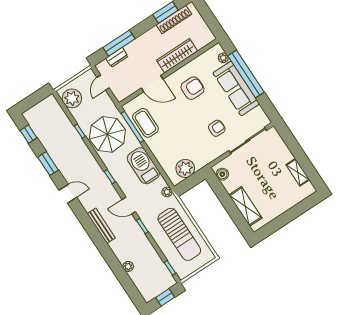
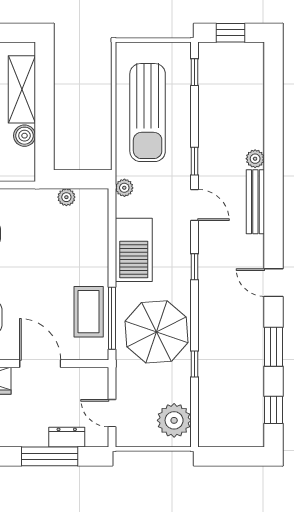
door: (103, 83) -> (112, 413), swing flipped
plant: (185, 168) -> (66, 197), width x0.53, depth x0.53
boiler: (222, 174) -> (24, 136), moved
sun lounger: (179, 234) -> (148, 113), turned 180
plant: (128, 266) -> (255, 159), moved

